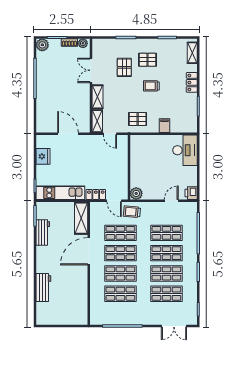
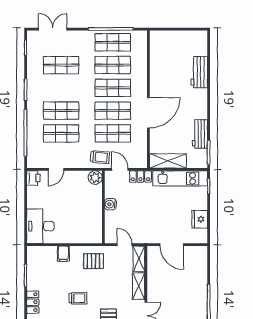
water cooler: (123, 170) -> (110, 204), added
shelving: (81, 218) -> (168, 161), moved, turned 90
shop shelf: (166, 273) -> (113, 42), moved

